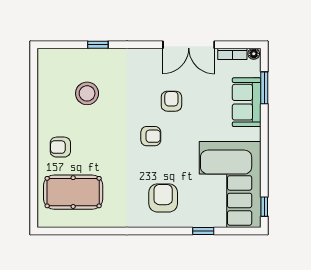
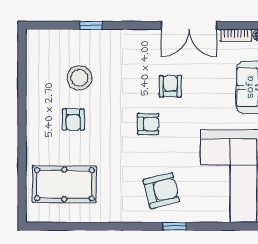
armchair: (60, 147) -> (73, 119), moved, turned -90
armchair: (163, 198) -> (161, 191), turned 76
window: (203, 231) -> (175, 226), moved

